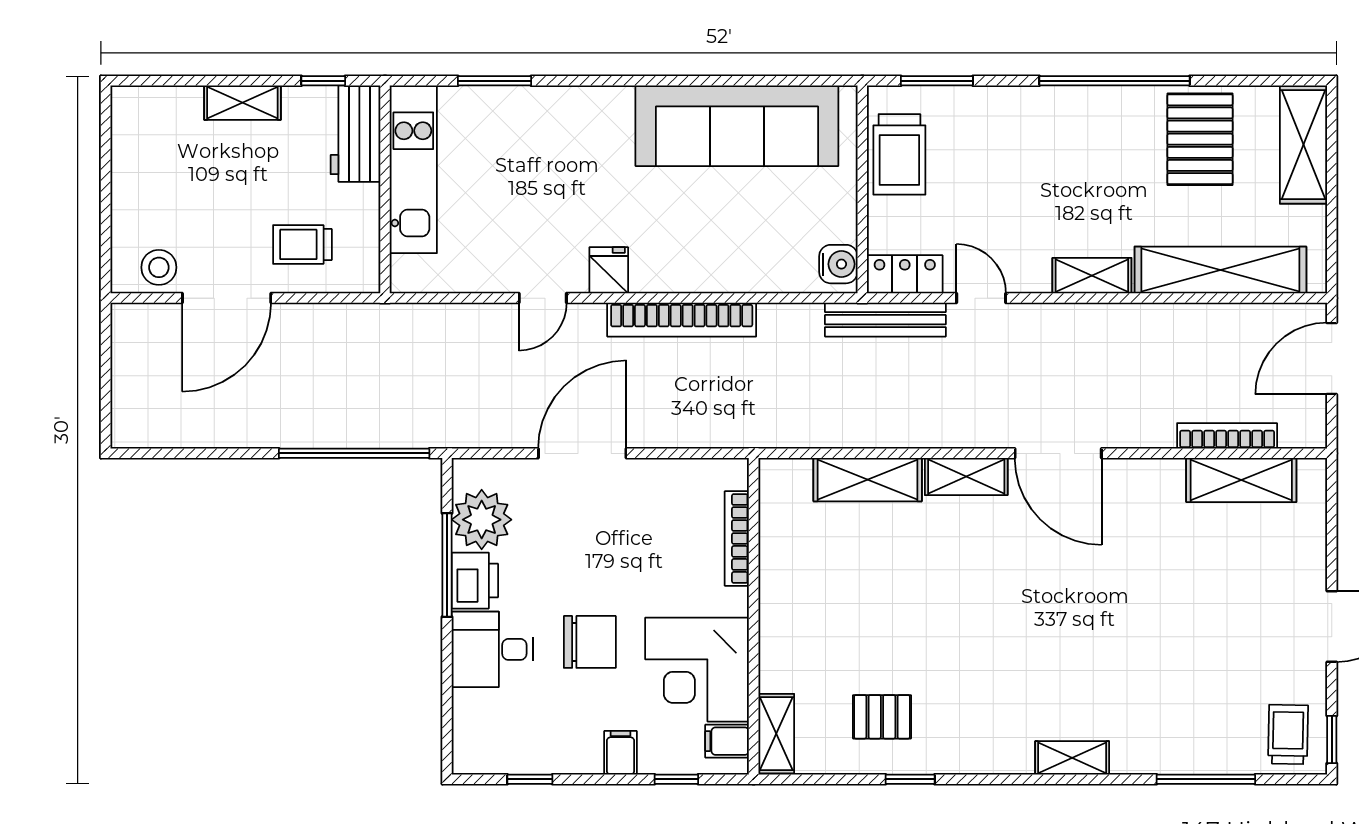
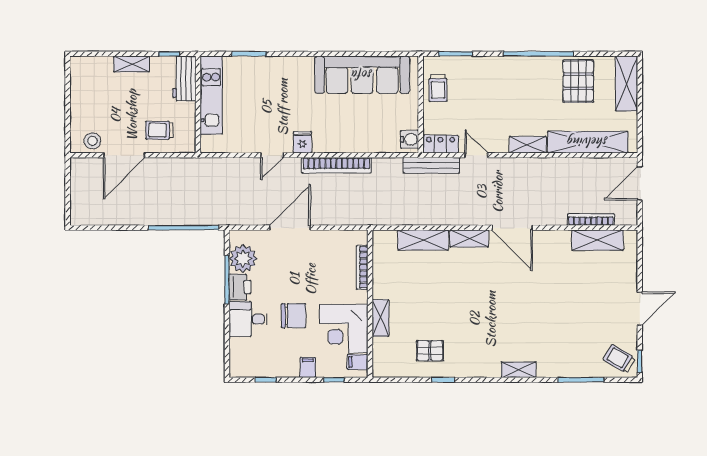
trolley: (899, 154) -> (438, 88), width x0.73, depth x0.72
shelving: (776, 734) -> (380, 318), moved
trolley: (1288, 734) -> (619, 359), turned -61

